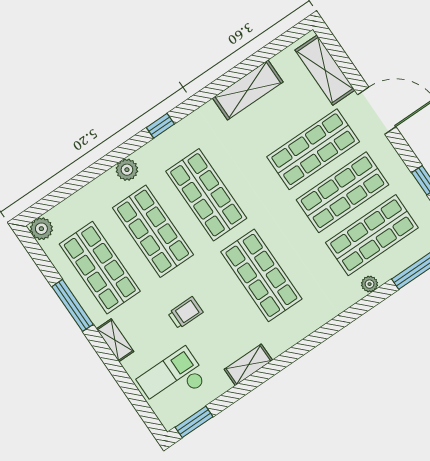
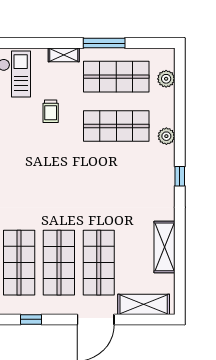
shop shelf: (206, 195) -> (116, 175), removed
plant: (41, 229) -> (166, 79), moved
shop shelf: (261, 275) -> (41, 175), removed

